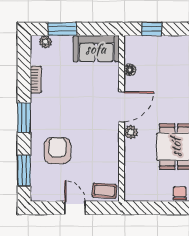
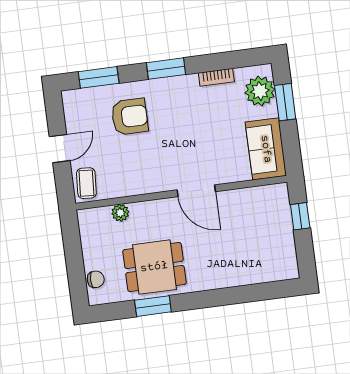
plant: (45, 42) -> (260, 91), width x1.88, depth x1.88
floor lamp: (130, 70) -> (244, 195), removed
plant: (131, 132) -> (120, 213), moved

